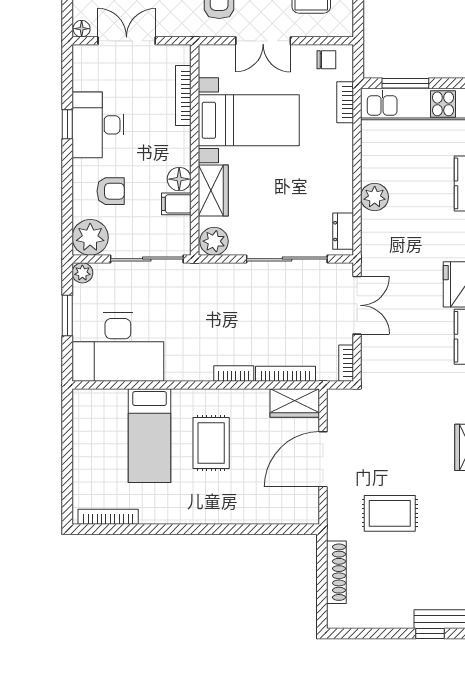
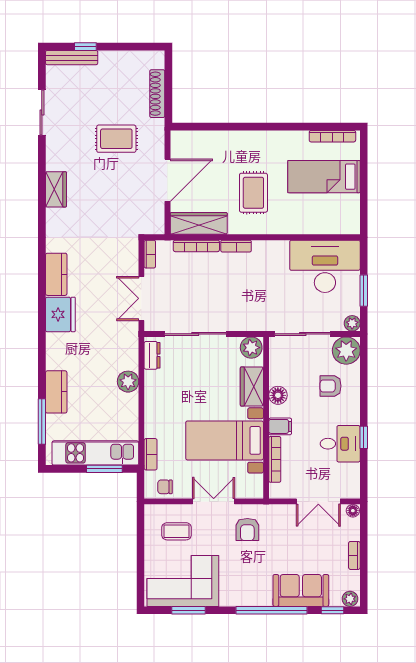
desk: (98, 125) -> (340, 444), width x0.73
filing cabinet: (176, 204) -> (280, 426), moved
wardrobe: (295, 403) -> (199, 223), width x1.50
bed: (150, 436) -> (324, 177), moved, turned -90

